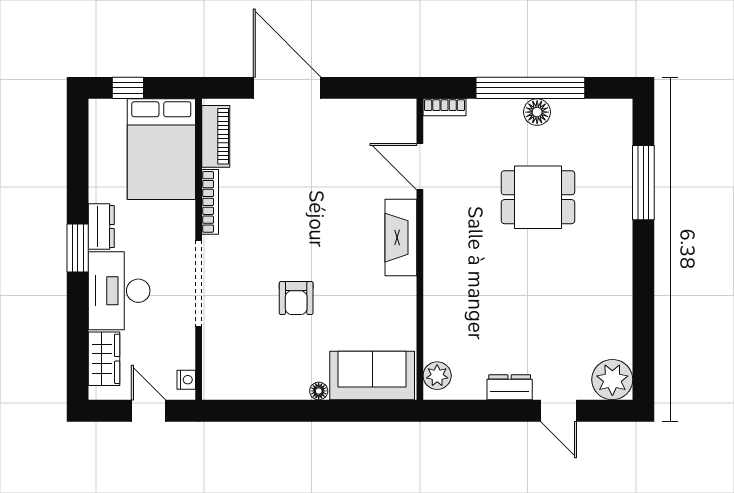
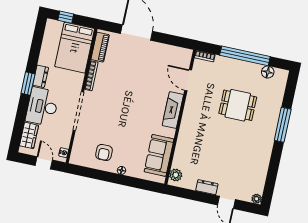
floor lamp: (537, 112) -> (268, 72), moved
window: (643, 183) -> (283, 125), moved
armchair: (296, 298) -> (104, 152), moved
sofa: (372, 375) -> (159, 155), moved, turned -90
plant: (612, 380) -> (257, 199), width x0.53, depth x0.53

